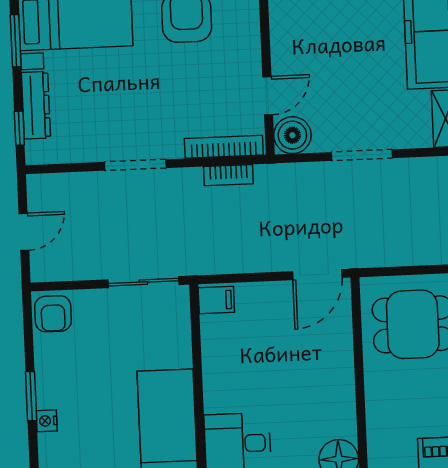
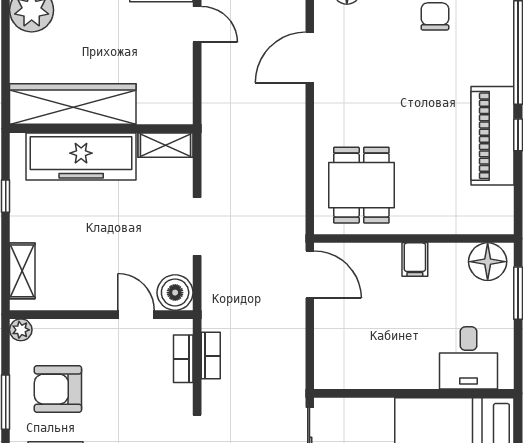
bookcase: (224, 147) -> (183, 359), width x0.64
filing cabinet: (216, 300) -> (415, 260), moved, turned 180

